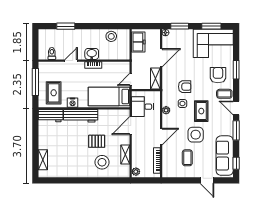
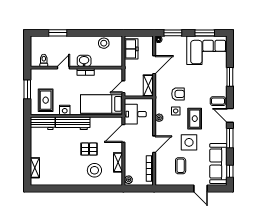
armchair: (218, 75) -> (212, 82), removed
window: (35, 82) -> (27, 89), width x0.69

